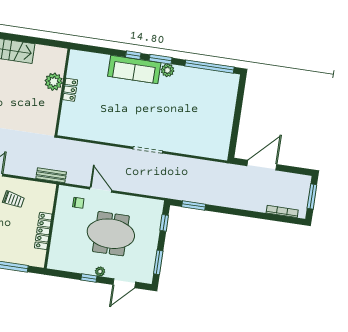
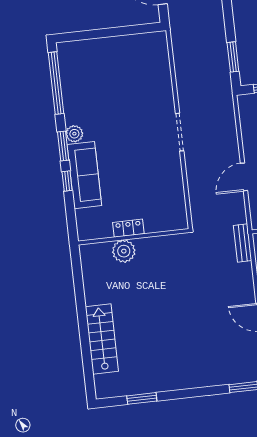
plant: (54, 82) -> (124, 251), moved
locker: (70, 90) -> (128, 228), moved
wall: (63, 92) -> (134, 237), moved

